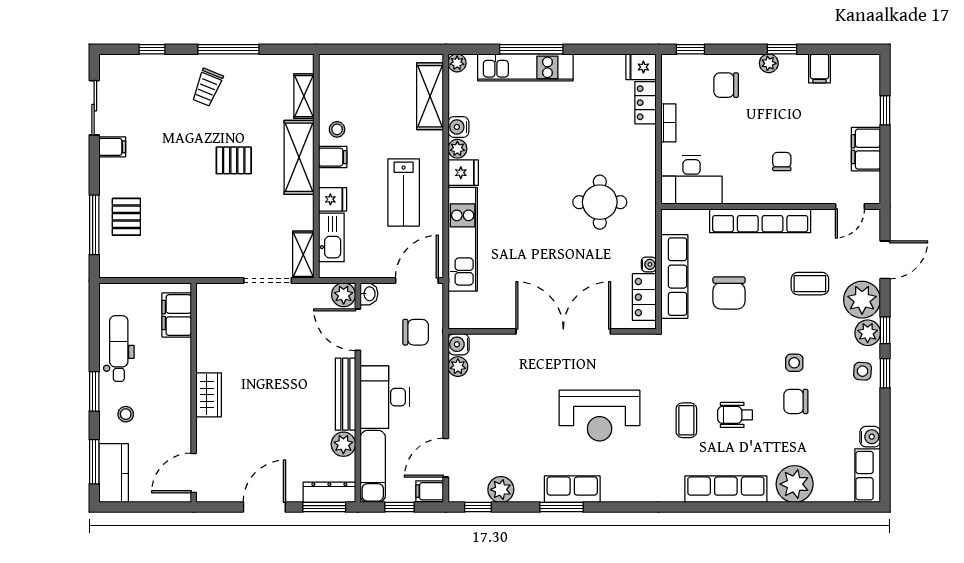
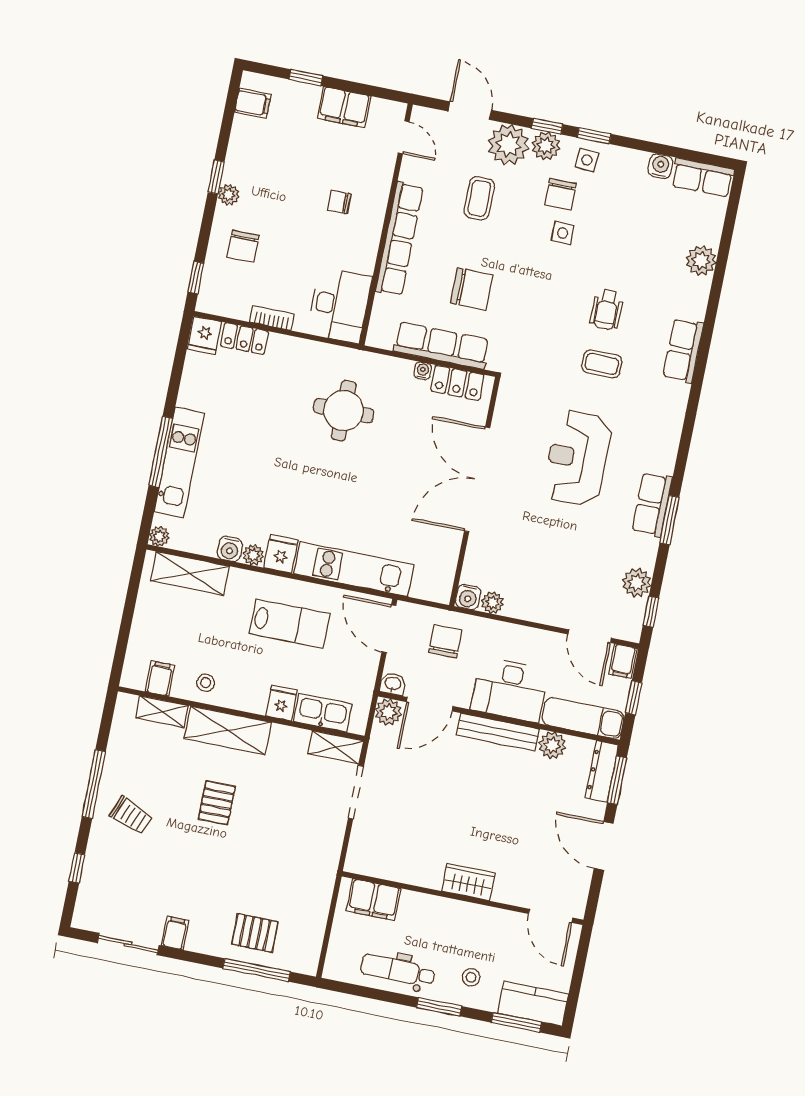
filing cabinet: (819, 68) -> (253, 103), moved
filing cabinet: (333, 157) -> (160, 678), moved
chair: (796, 401) -> (561, 194), moved
reception desk: (600, 416) -> (577, 458), turned 180
plant: (795, 484) -> (701, 261), width x0.73, depth x0.73
row of seats: (726, 489) -> (683, 350), width x0.68

